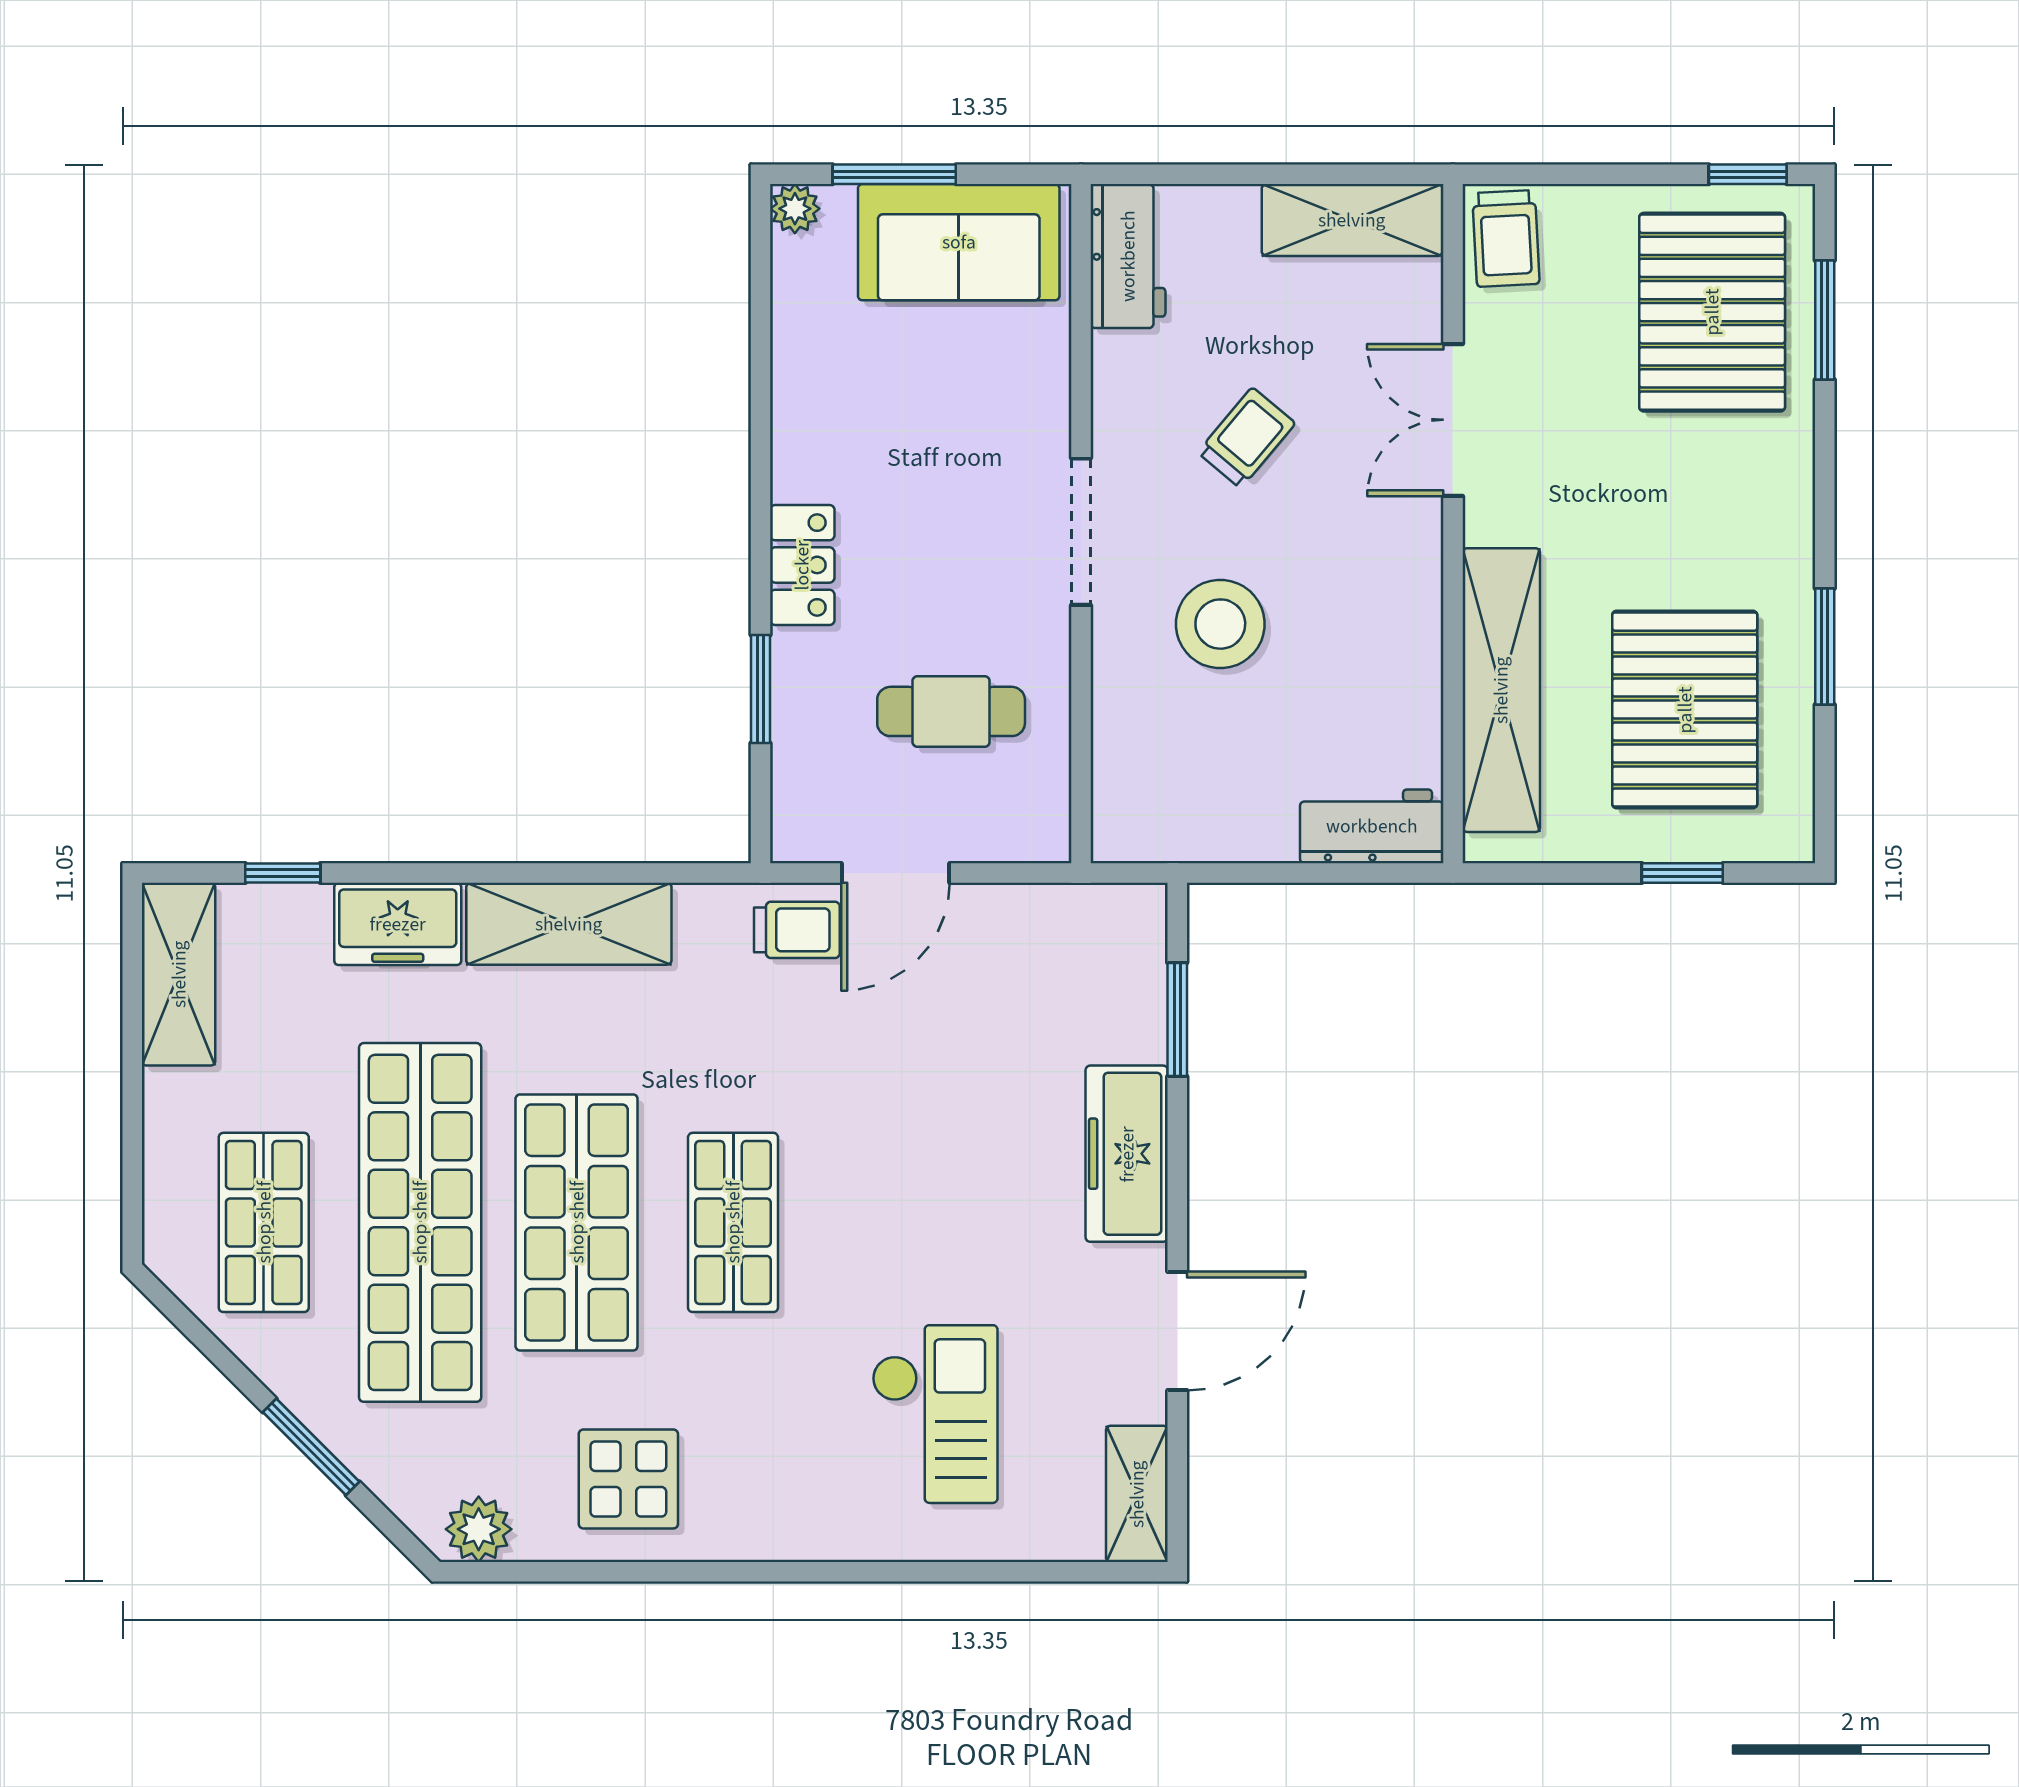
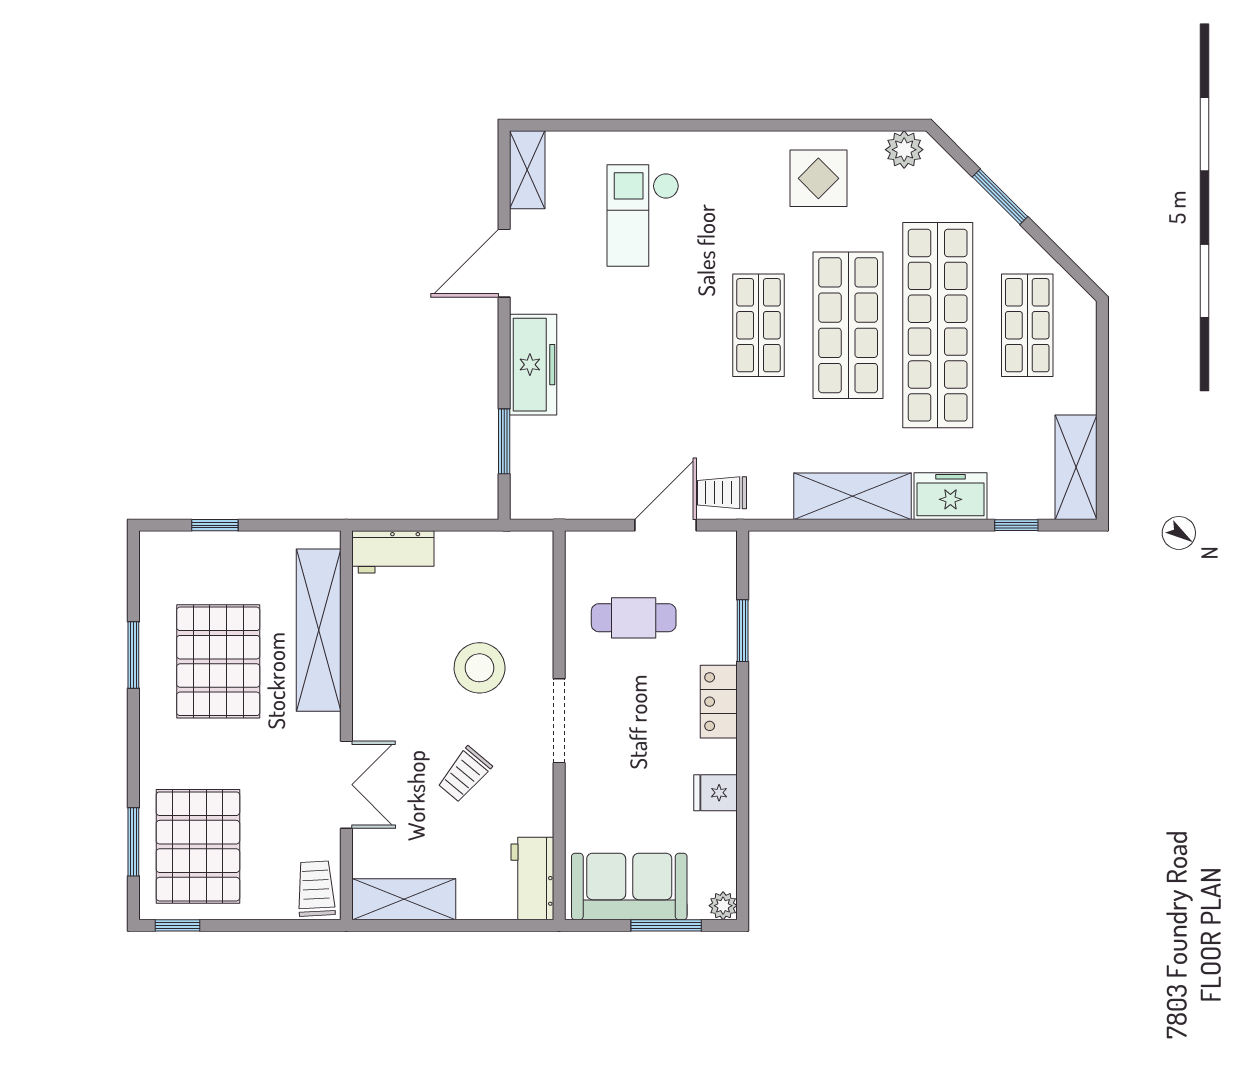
fridge: (808, 406) -> (716, 793), added
pallet: (1685, 710) -> (218, 661), moved

